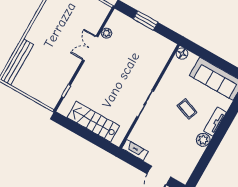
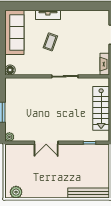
plant: (106, 33) -> (9, 137), moved
plant: (203, 140) -> (67, 16), removed

